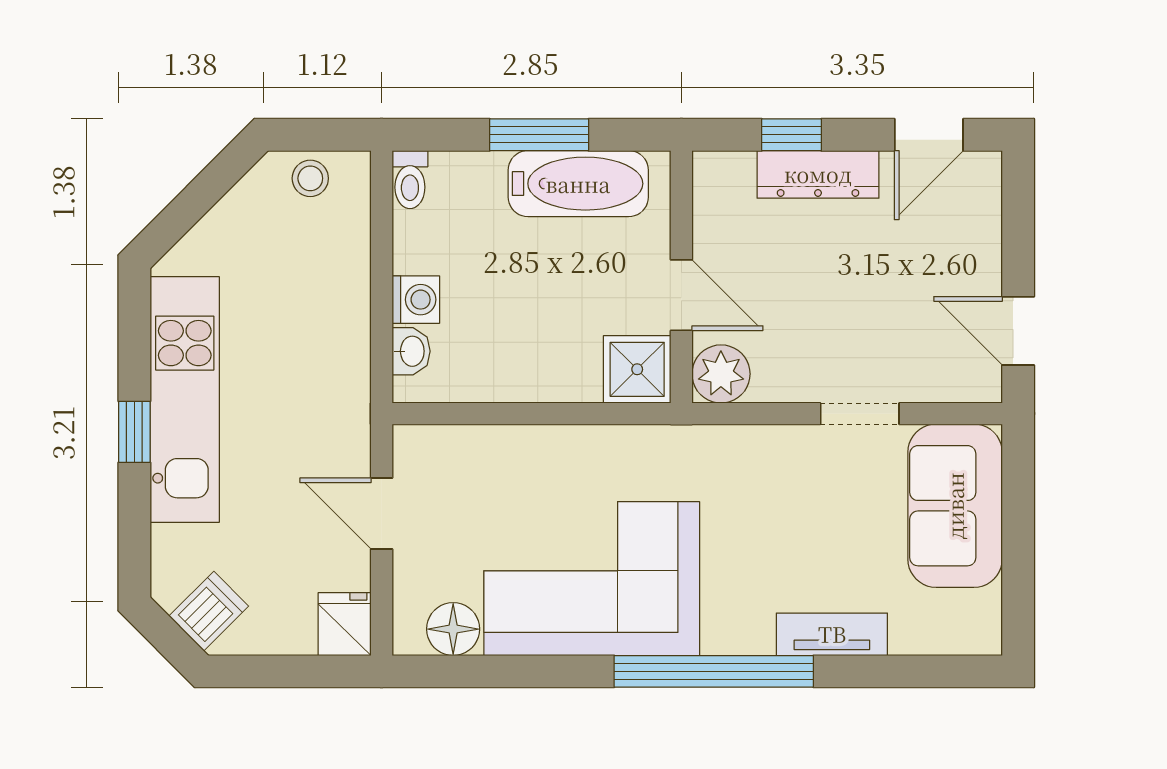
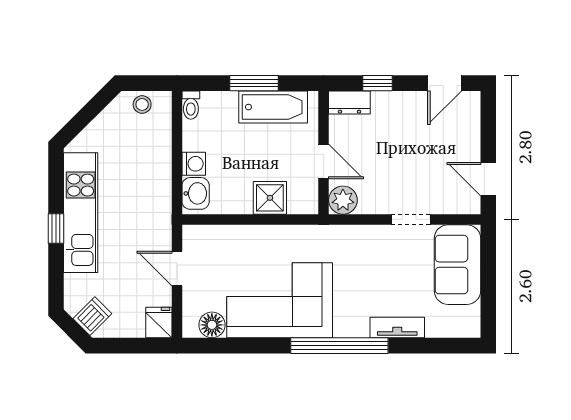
dresser: (818, 174) -> (349, 103), moved, width x0.70
washbasin: (411, 351) -> (196, 193), width x1.38, depth x1.45
shower: (637, 369) -> (270, 198), moved

